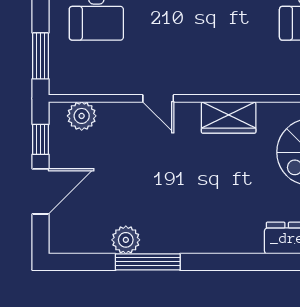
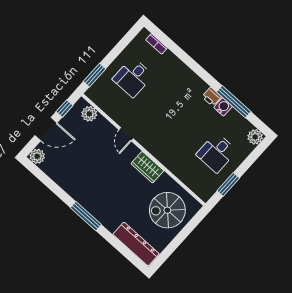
plant: (126, 240) -> (37, 156), moved
window: (148, 262) -> (86, 216), moved

